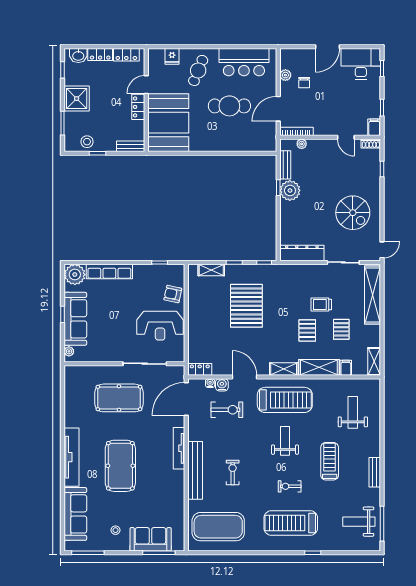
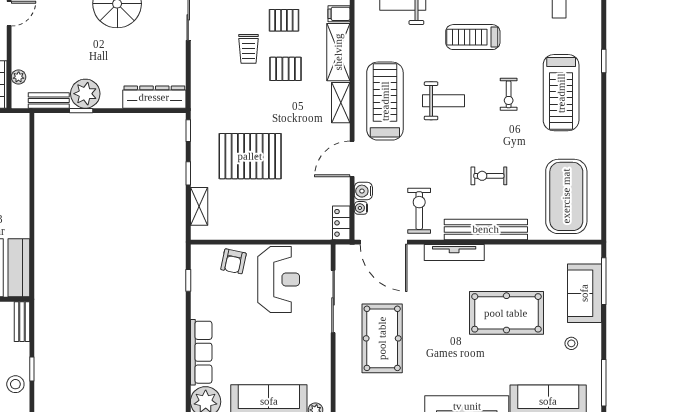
dresser: (302, 253) -> (154, 97), moved, turned 90
exercise bike: (227, 410) -> (419, 211), moved
weight bench: (285, 441) -> (444, 101), turned 180
pool table: (120, 466) -> (506, 313), moved

